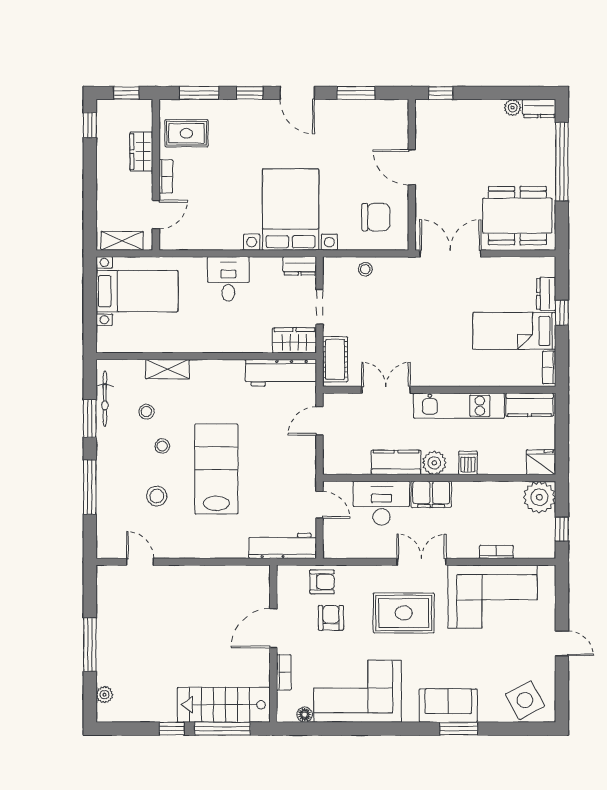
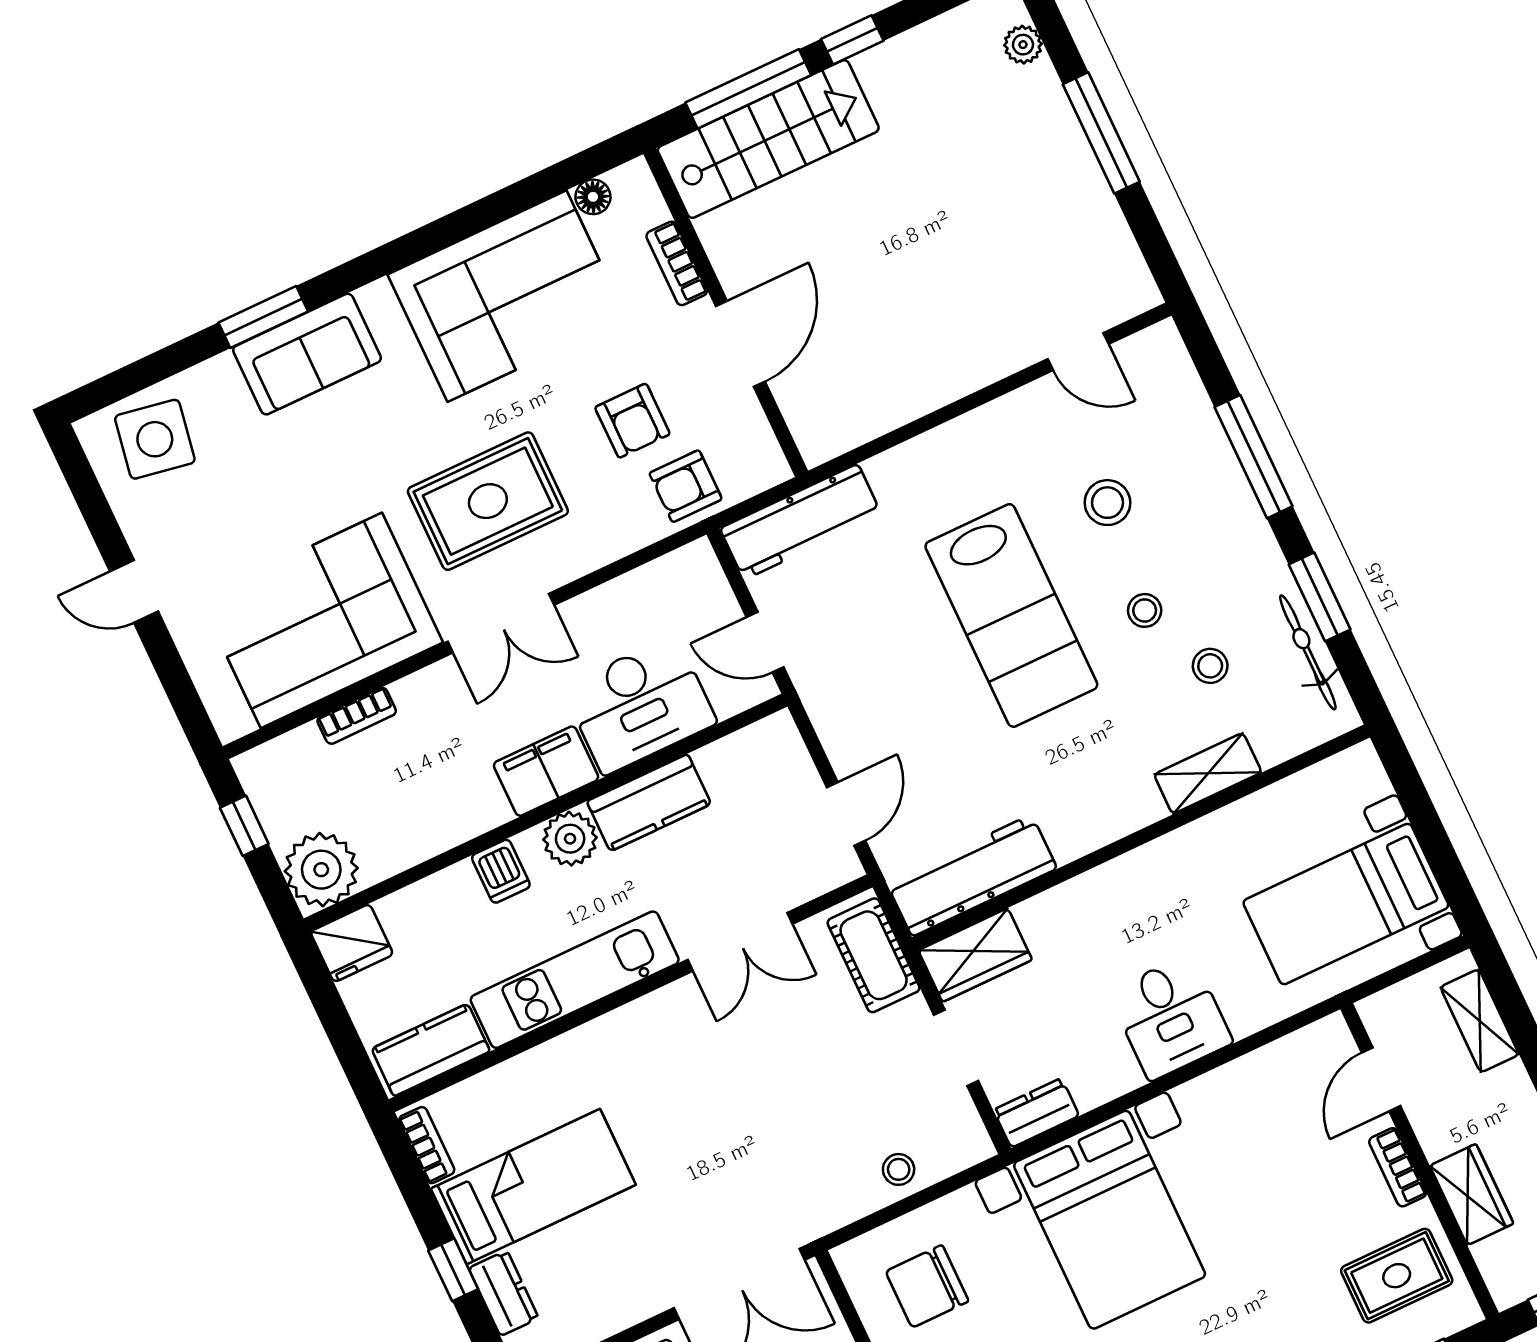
shelving: (122, 241) -> (1480, 1021), moved, turned 90
side table: (525, 700) -> (155, 439), turned 38

